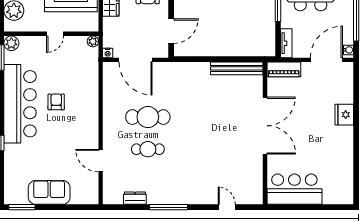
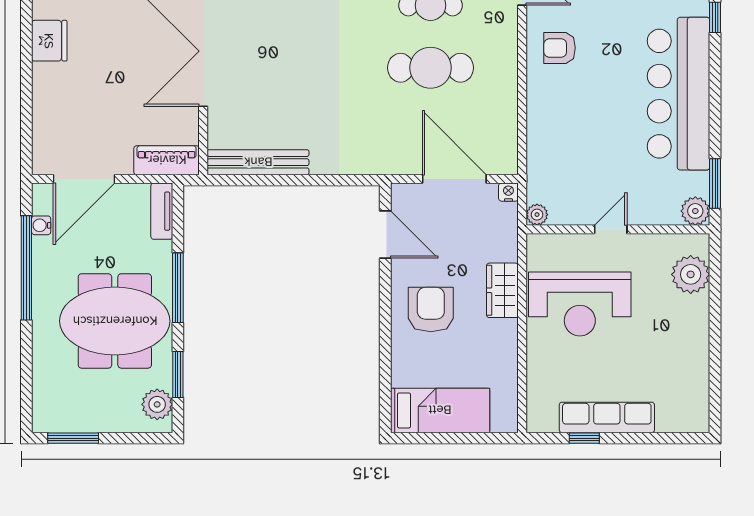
door: (171, 31) -> (385, 235), swing flipped
water cooler: (348, 50) -> (41, 225), moved
armchair: (56, 102) -> (560, 48), moved, turned 90
fridge: (344, 115) -> (49, 41), moved

